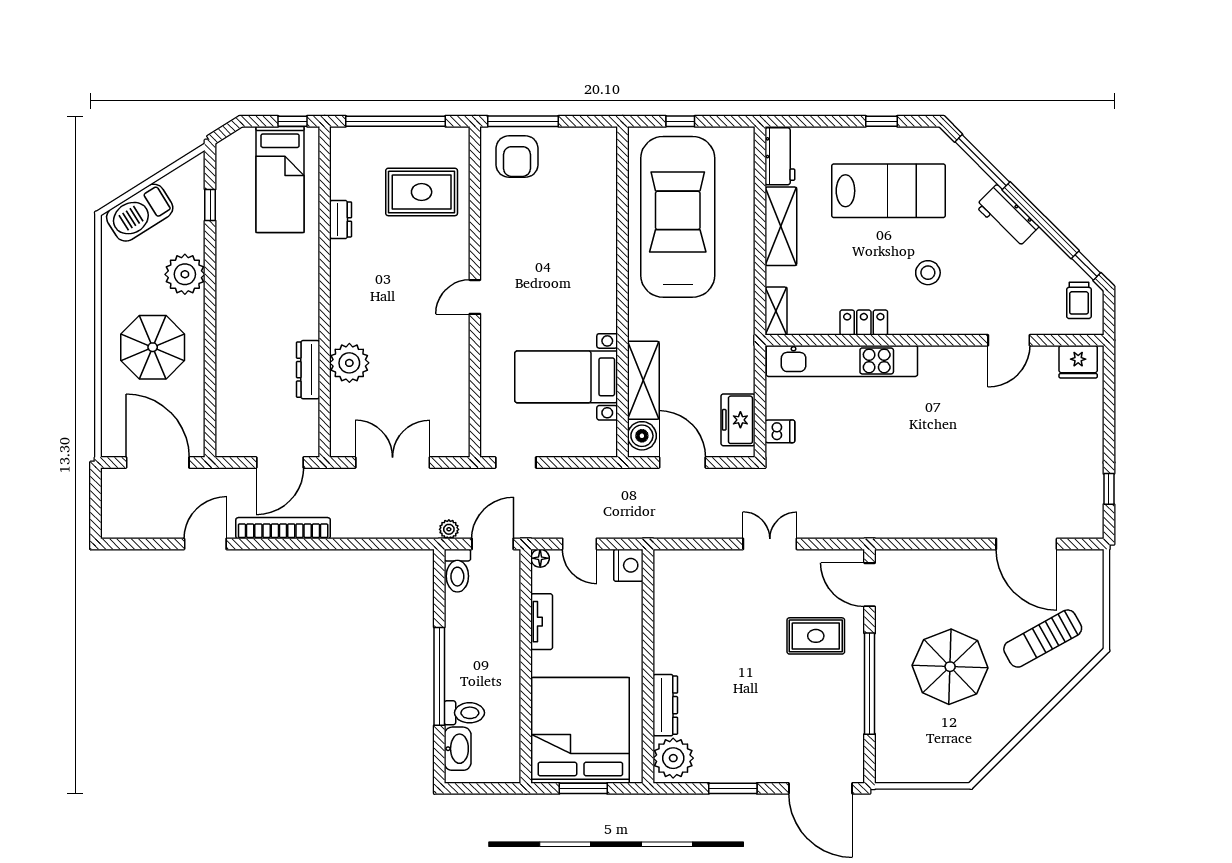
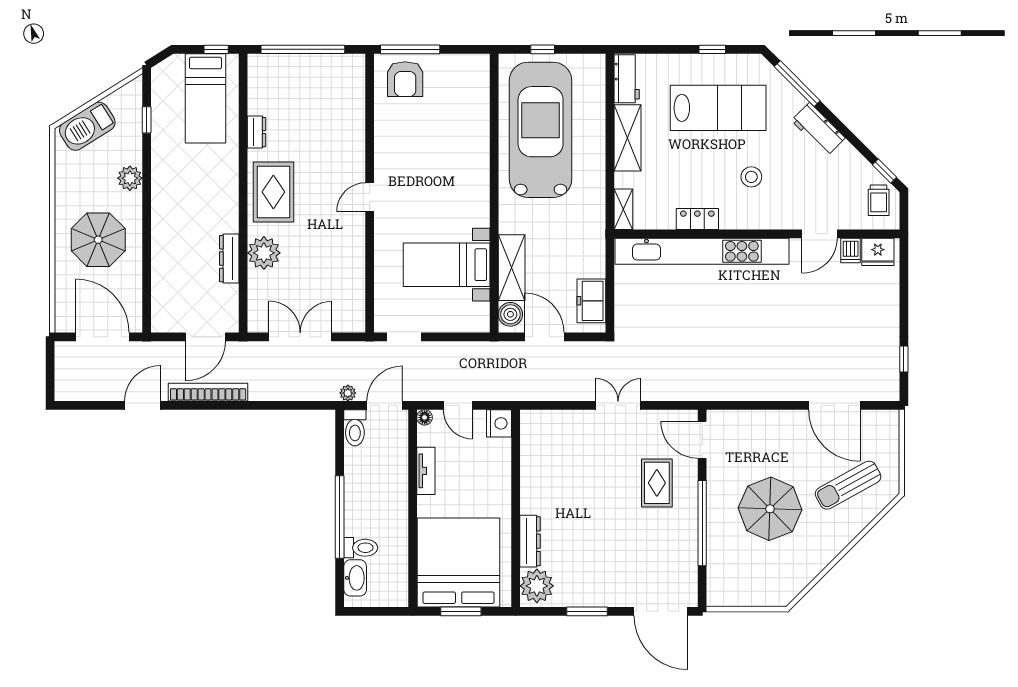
rug: (422, 192) -> (273, 192), moved, turned 90
plant: (185, 274) -> (130, 178), width x0.73, depth x0.73
kitchen unit: (842, 361) -> (702, 251), width x1.36
dishwasher: (780, 431) -> (851, 250), moved, turned 90
rug: (816, 636) -> (657, 483), turned 90

